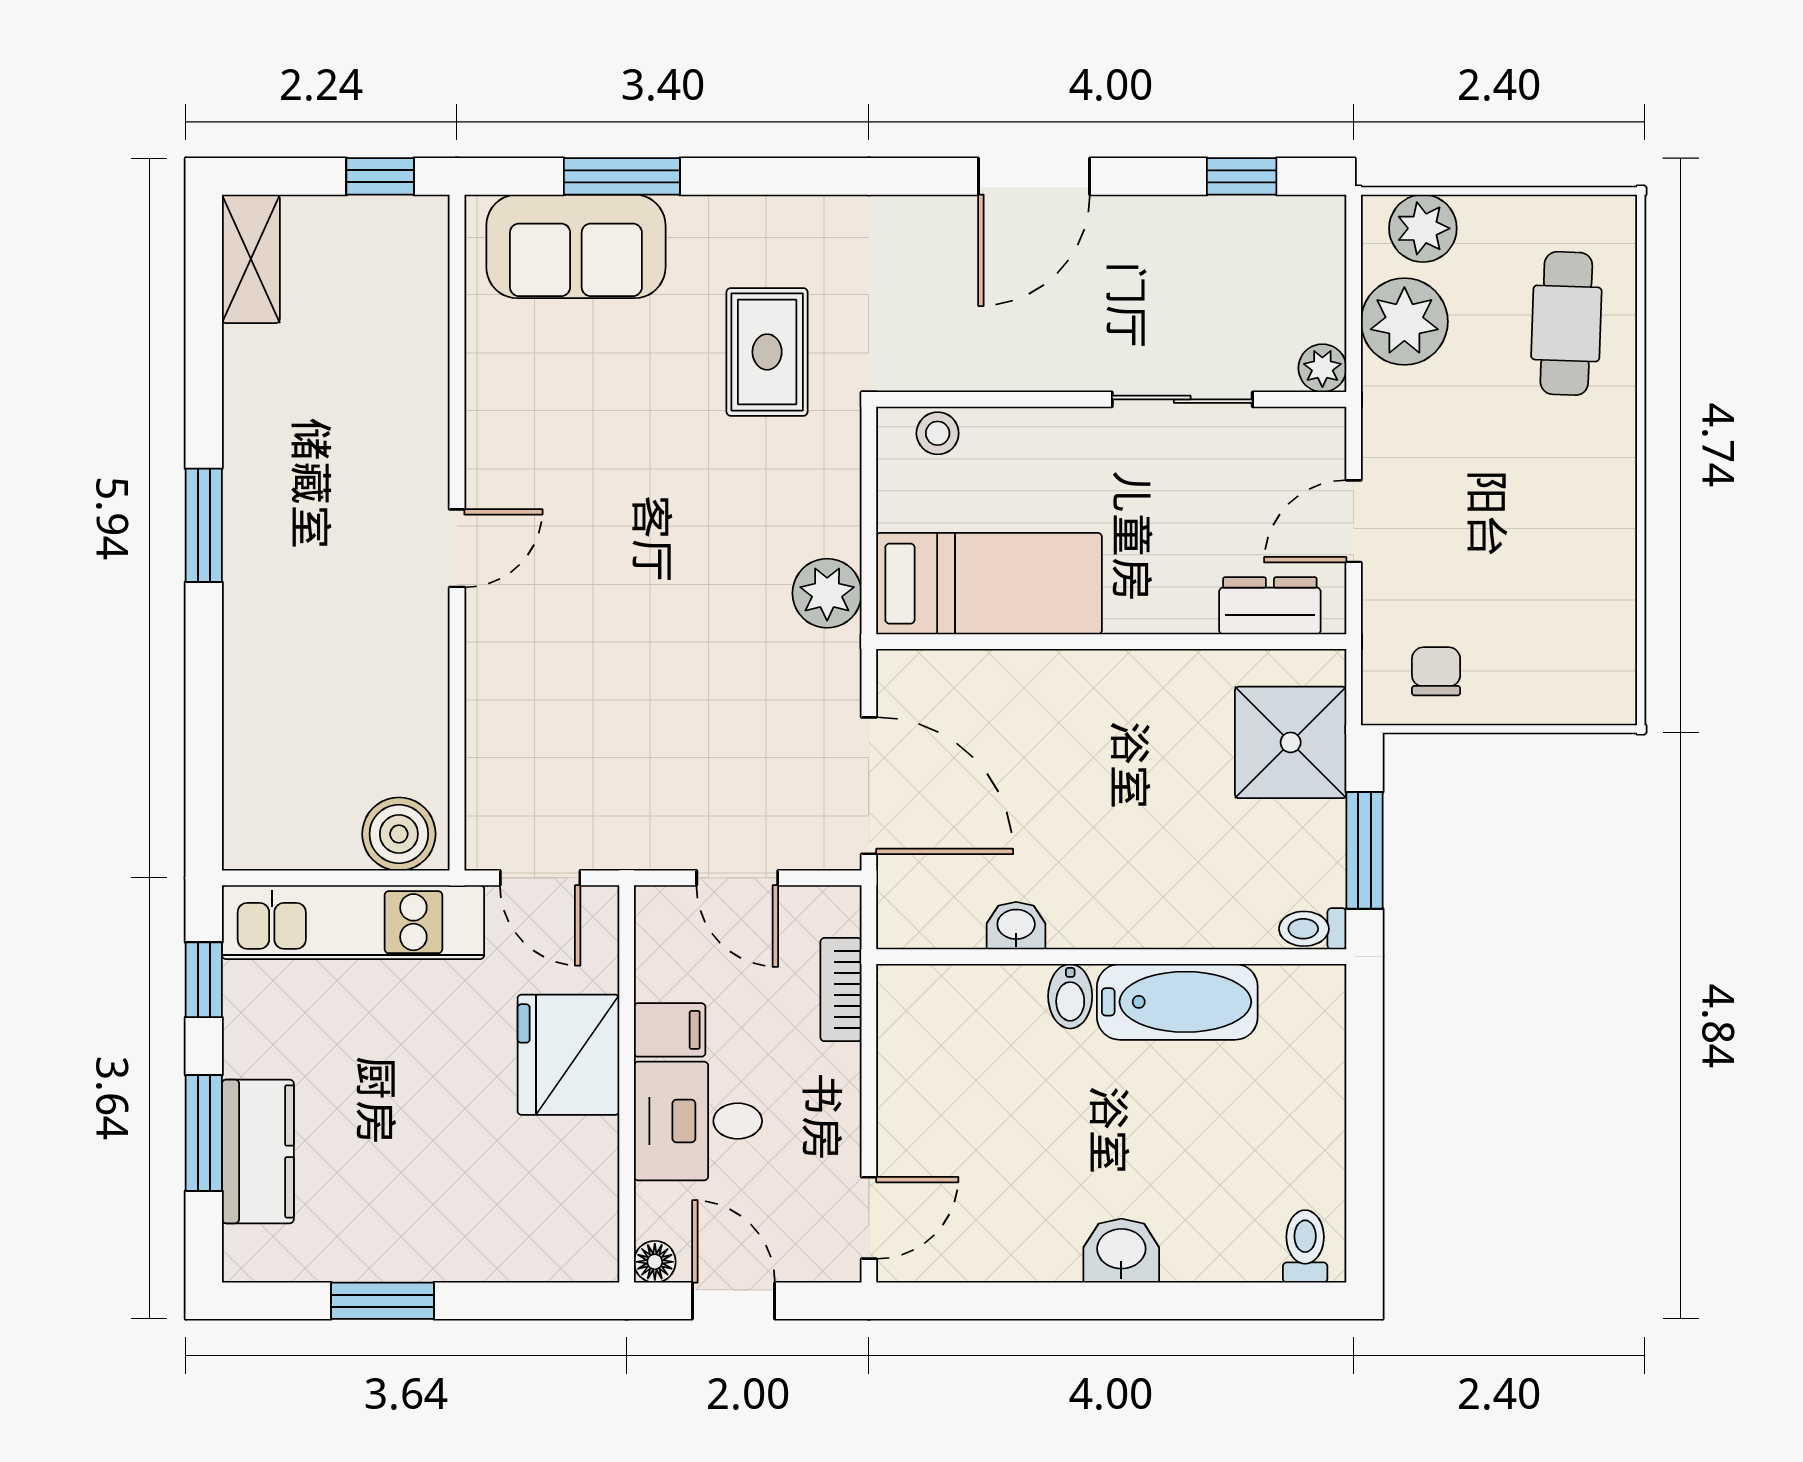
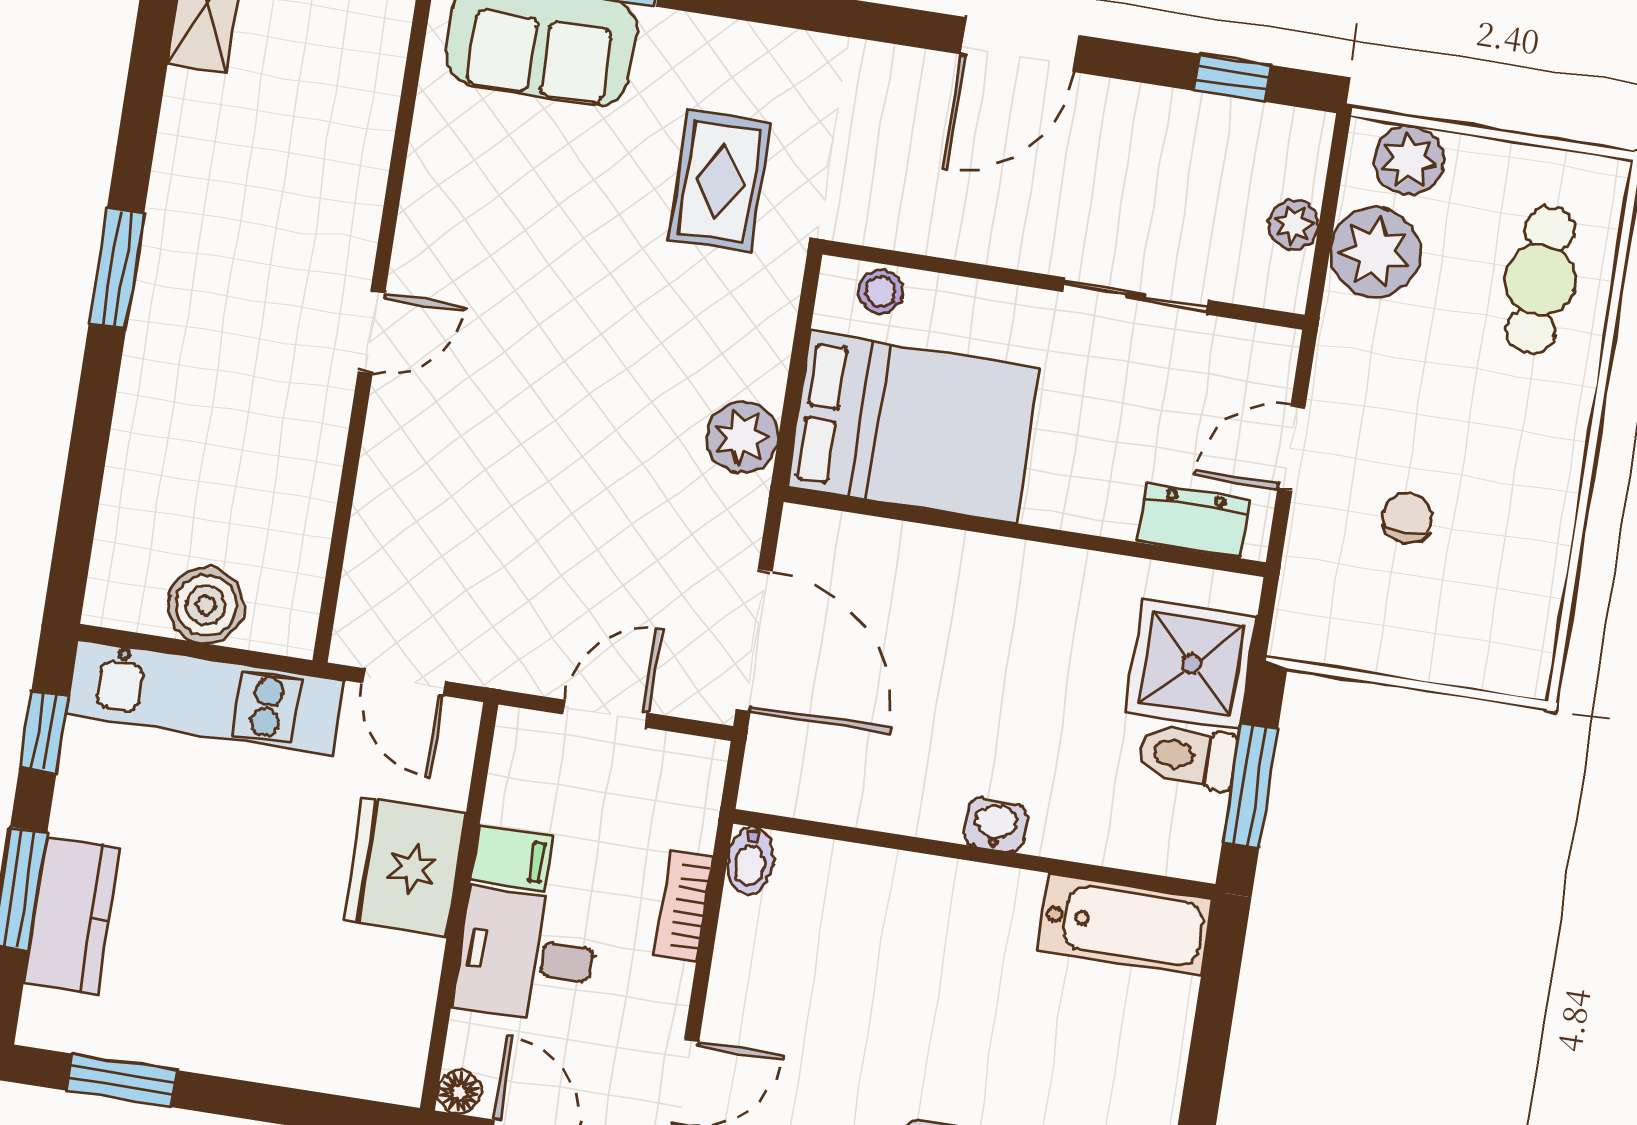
plant: (1322, 368) -> (1294, 224), moved
bed: (989, 584) -> (913, 427), width x1.50
chair: (1436, 671) -> (1407, 518), moved
boiler: (399, 834) -> (206, 605), moved
door: (737, 878) -> (605, 714), swing flipped
washbasin: (1016, 926) -> (996, 825), moved
toilet: (1313, 929) -> (1187, 756), moved, width x1.37, depth x1.39
bookcase: (841, 990) -> (683, 906), moved
bidet: (1070, 996) -> (750, 860), moved
bathtub: (1177, 1002) -> (1125, 925), moved
window: (383, 1301) -> (122, 1080), moved

